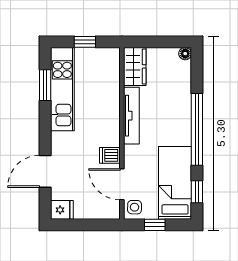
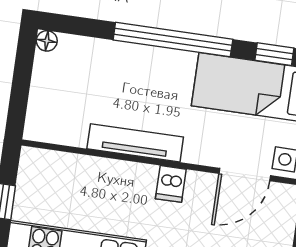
wardrobe: (135, 66) -> (56, 126), removed
dishwasher: (110, 155) -> (171, 184), moved

